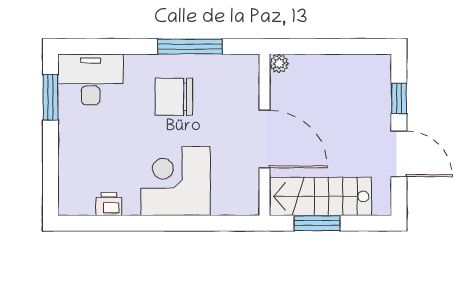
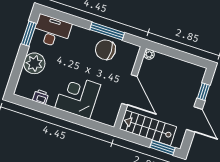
chair: (174, 97) -> (105, 50), moved
plant: (78, 148) -> (34, 63), added
window: (317, 223) -> (162, 148), moved

